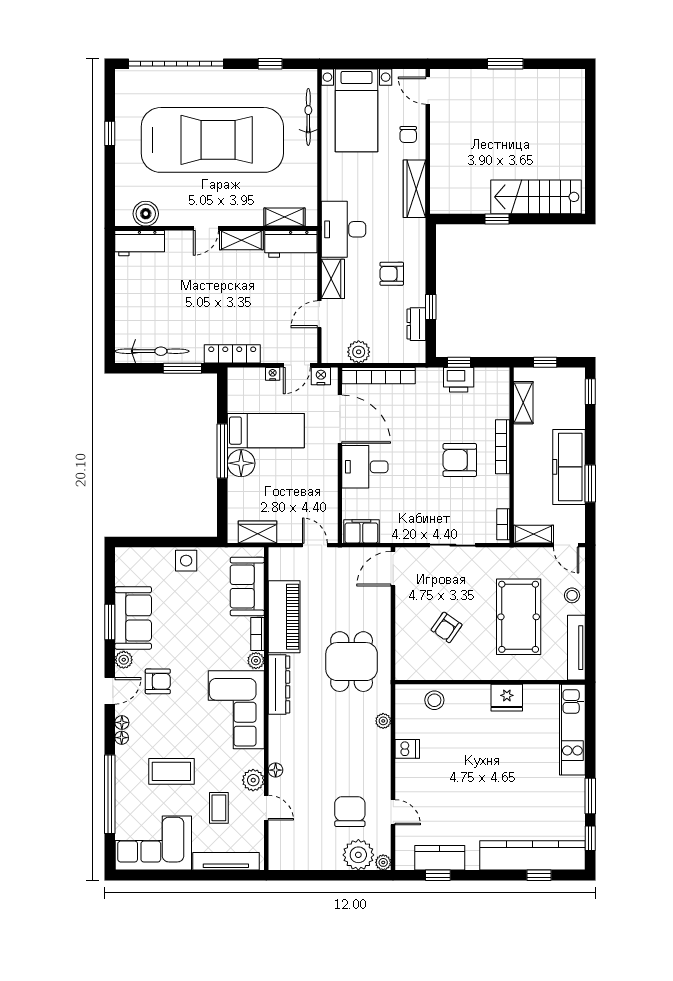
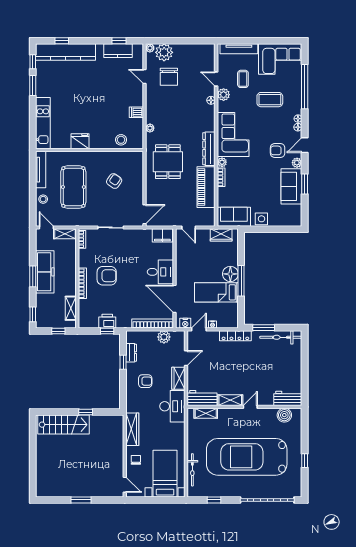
window: (590, 483) -> (33, 276), moved
sofa: (247, 586) -> (234, 217), moved, turned -90

